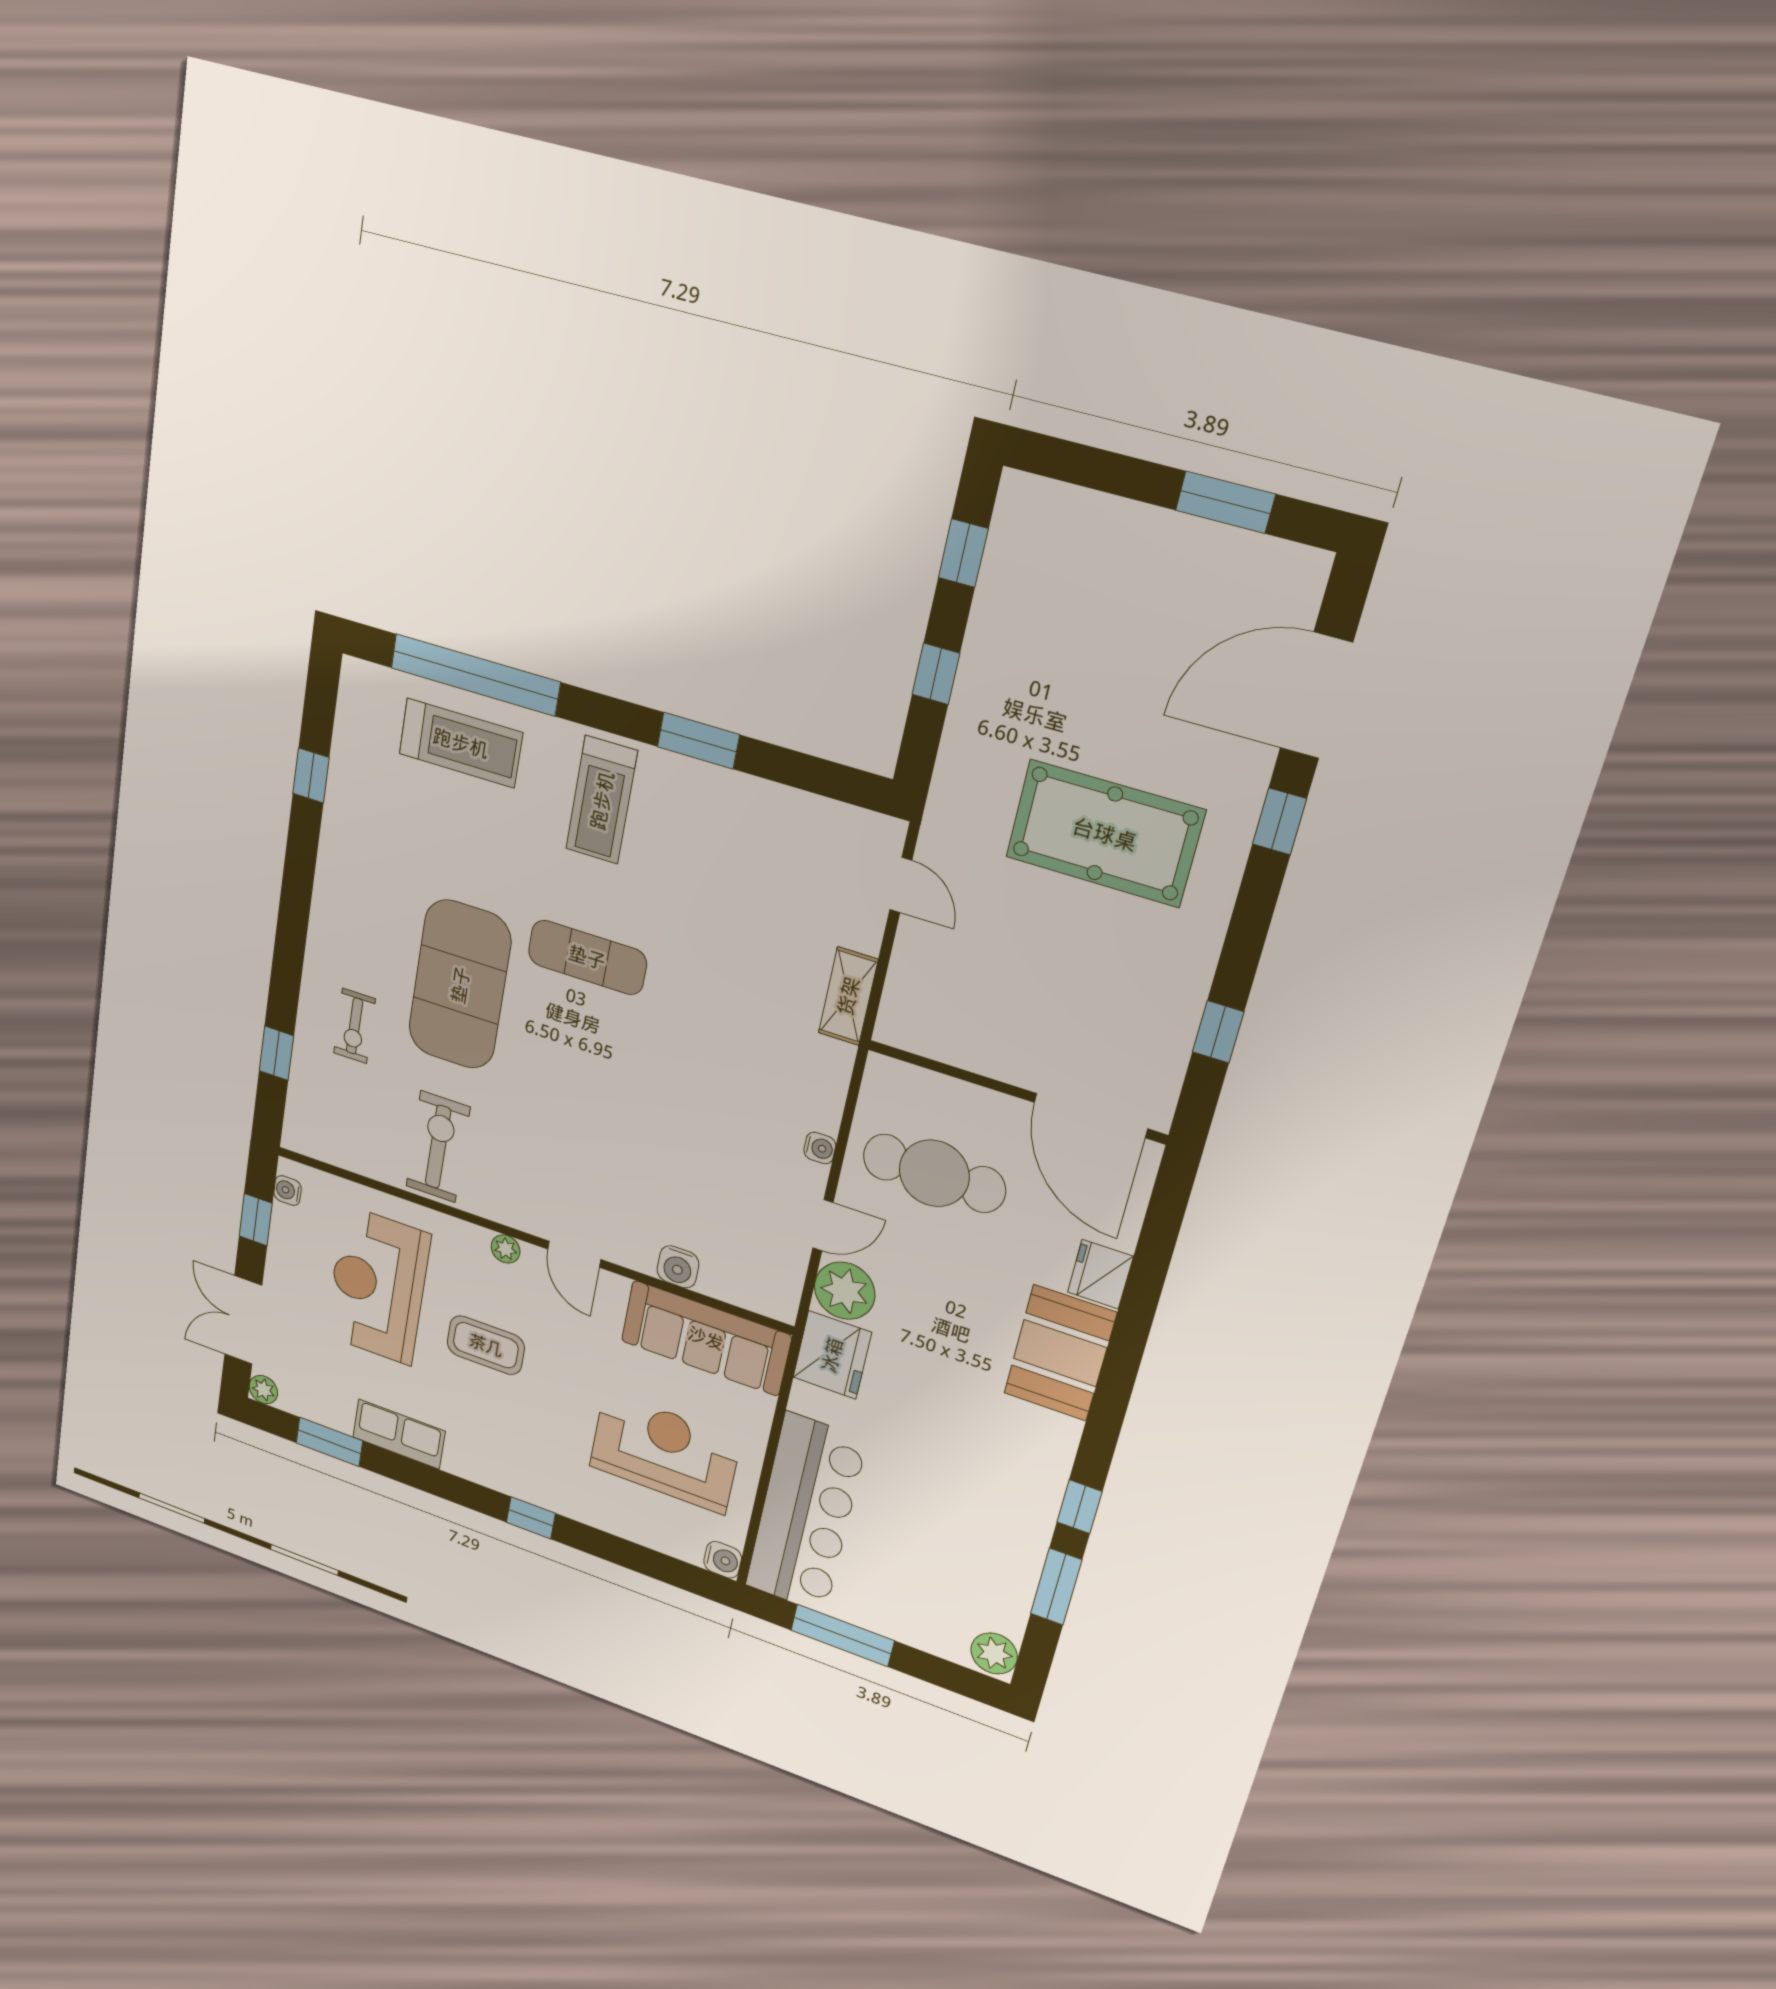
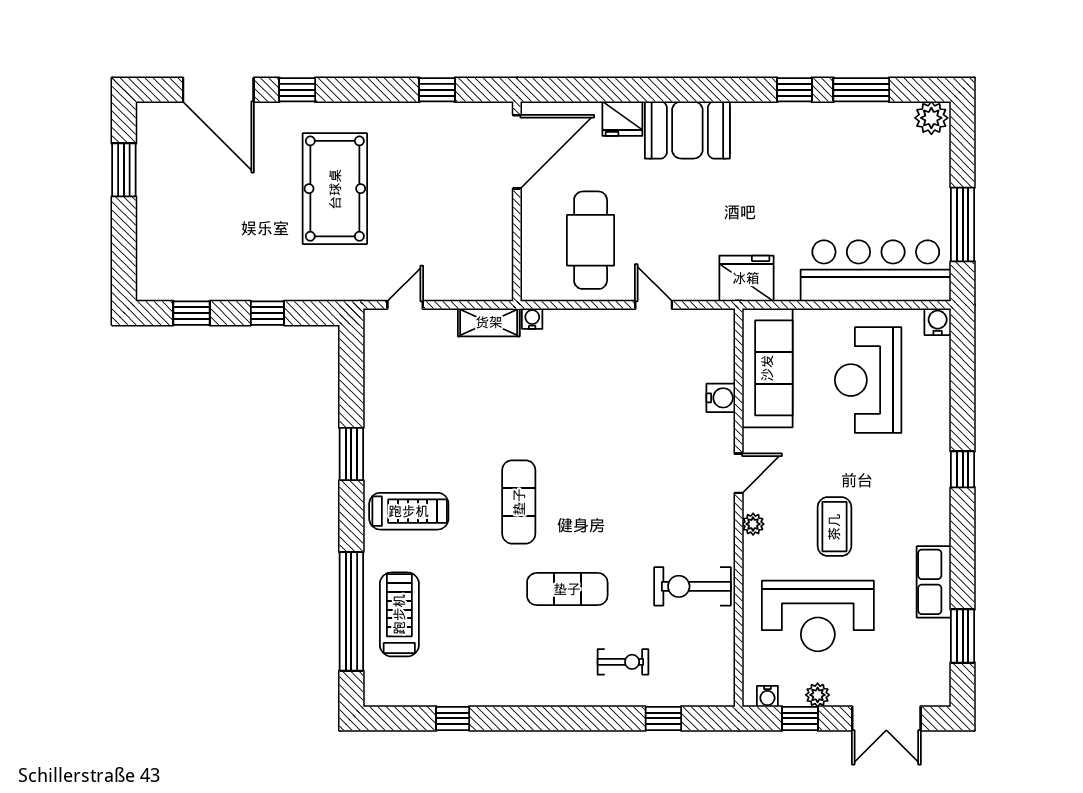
exercise mat: (460, 985) -> (567, 589), width x0.50, depth x0.69
water cooler: (820, 1148) -> (532, 319), moved
plant: (845, 1291) -> (696, 280), removed
plant: (263, 1390) -> (818, 695), moved

